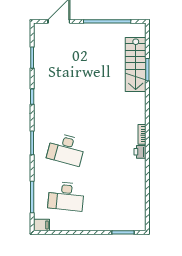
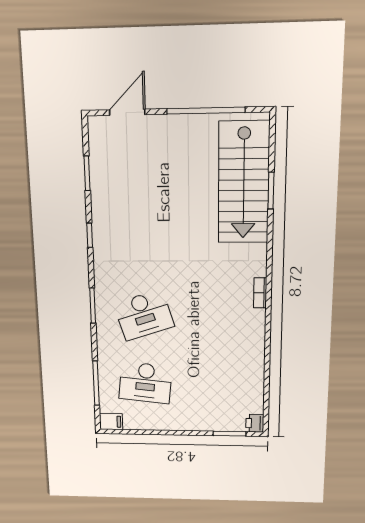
stairs: (136, 65) -> (244, 183), width x1.36, depth x1.51
desk: (66, 149) -> (144, 315), turned -33
printer: (140, 152) -> (255, 423), moved

